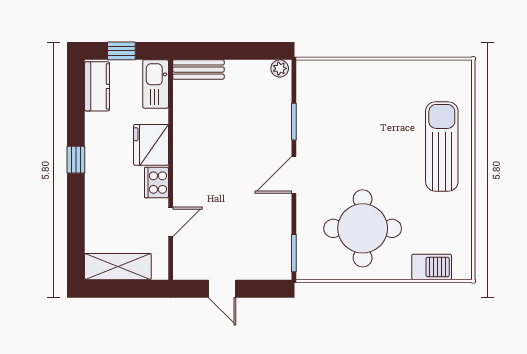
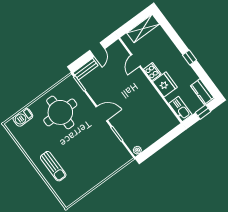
bench: (198, 70) -> (85, 69), moved
sun lounger: (442, 147) -> (53, 166), width x0.73, depth x0.75
door: (294, 175) -> (102, 113), hinge flipped
door: (222, 289) -> (97, 50), swing flipped

